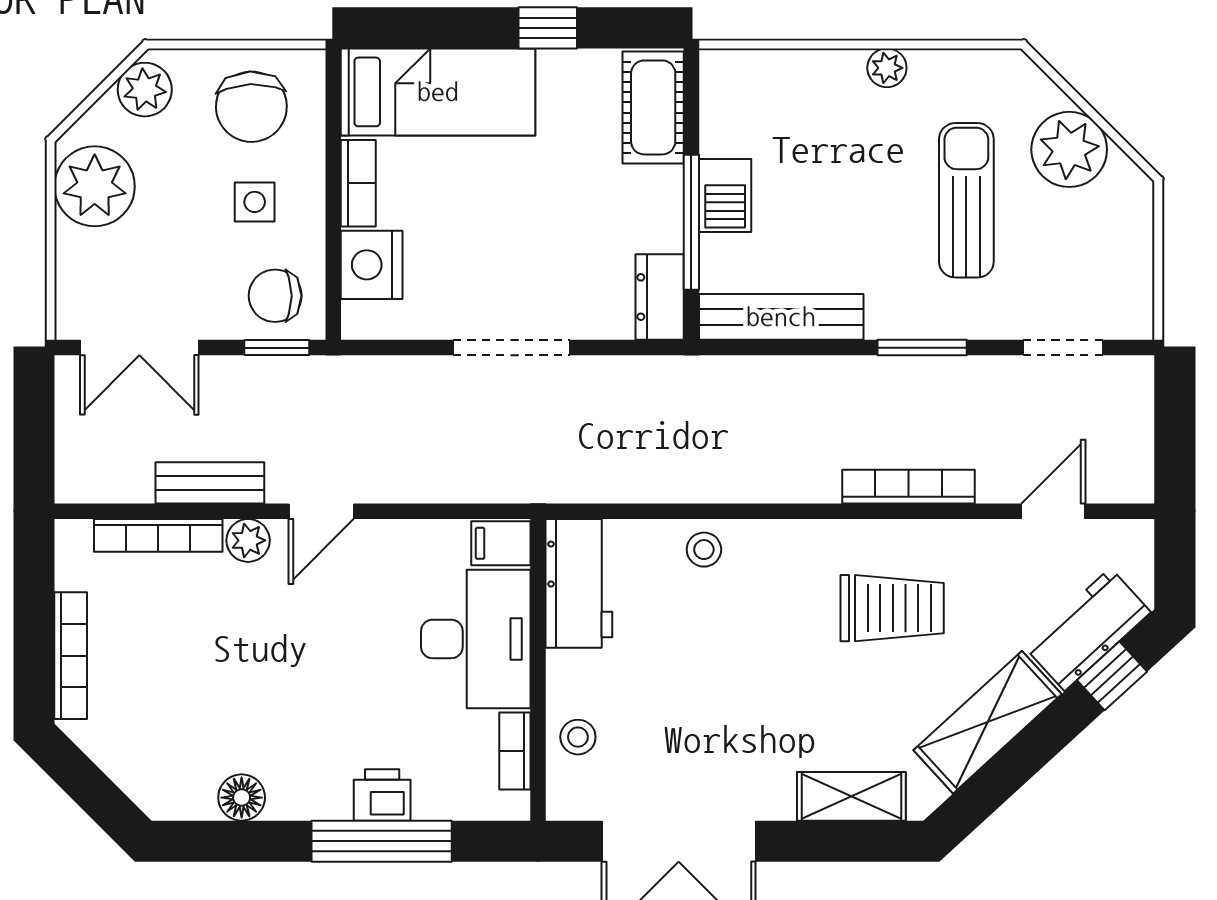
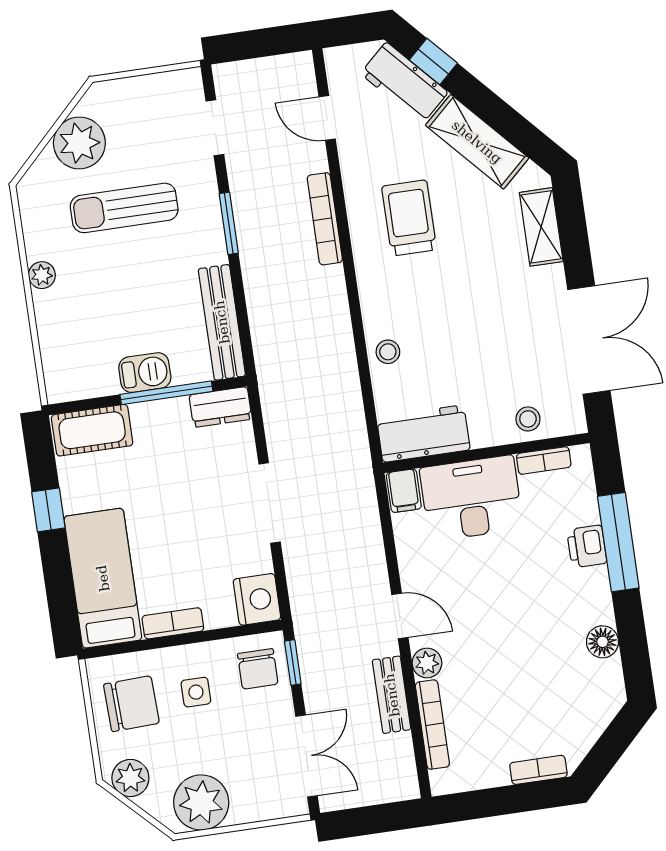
nightstand: (372, 265) -> (257, 599), moved, turned -90
bookcase: (71, 656) -> (538, 770), width x0.64

